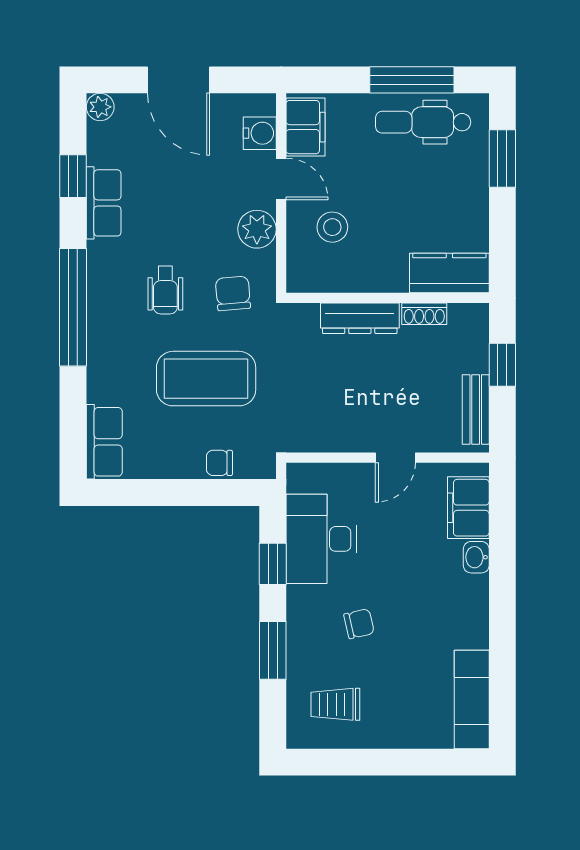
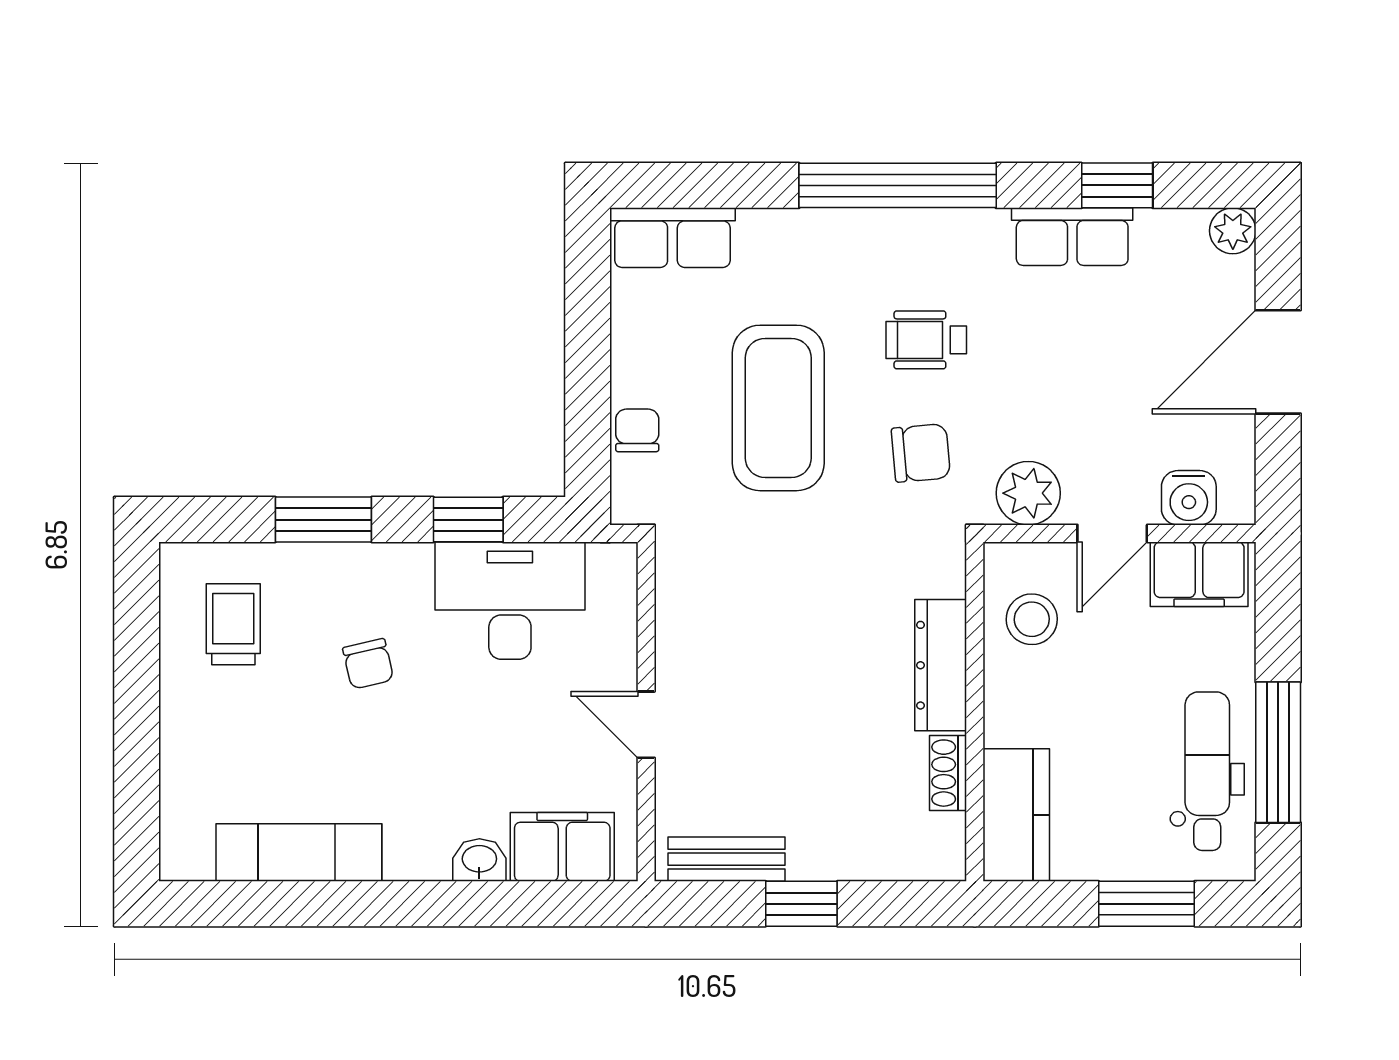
kitchen counter: (449, 273) -> (1016, 815), moved
wall: (388, 298) -> (975, 712), moved
shoe rack: (424, 314) -> (948, 773), moved
dresser: (360, 318) -> (941, 665), moved
exam couch: (472, 699) -> (299, 853), moved

